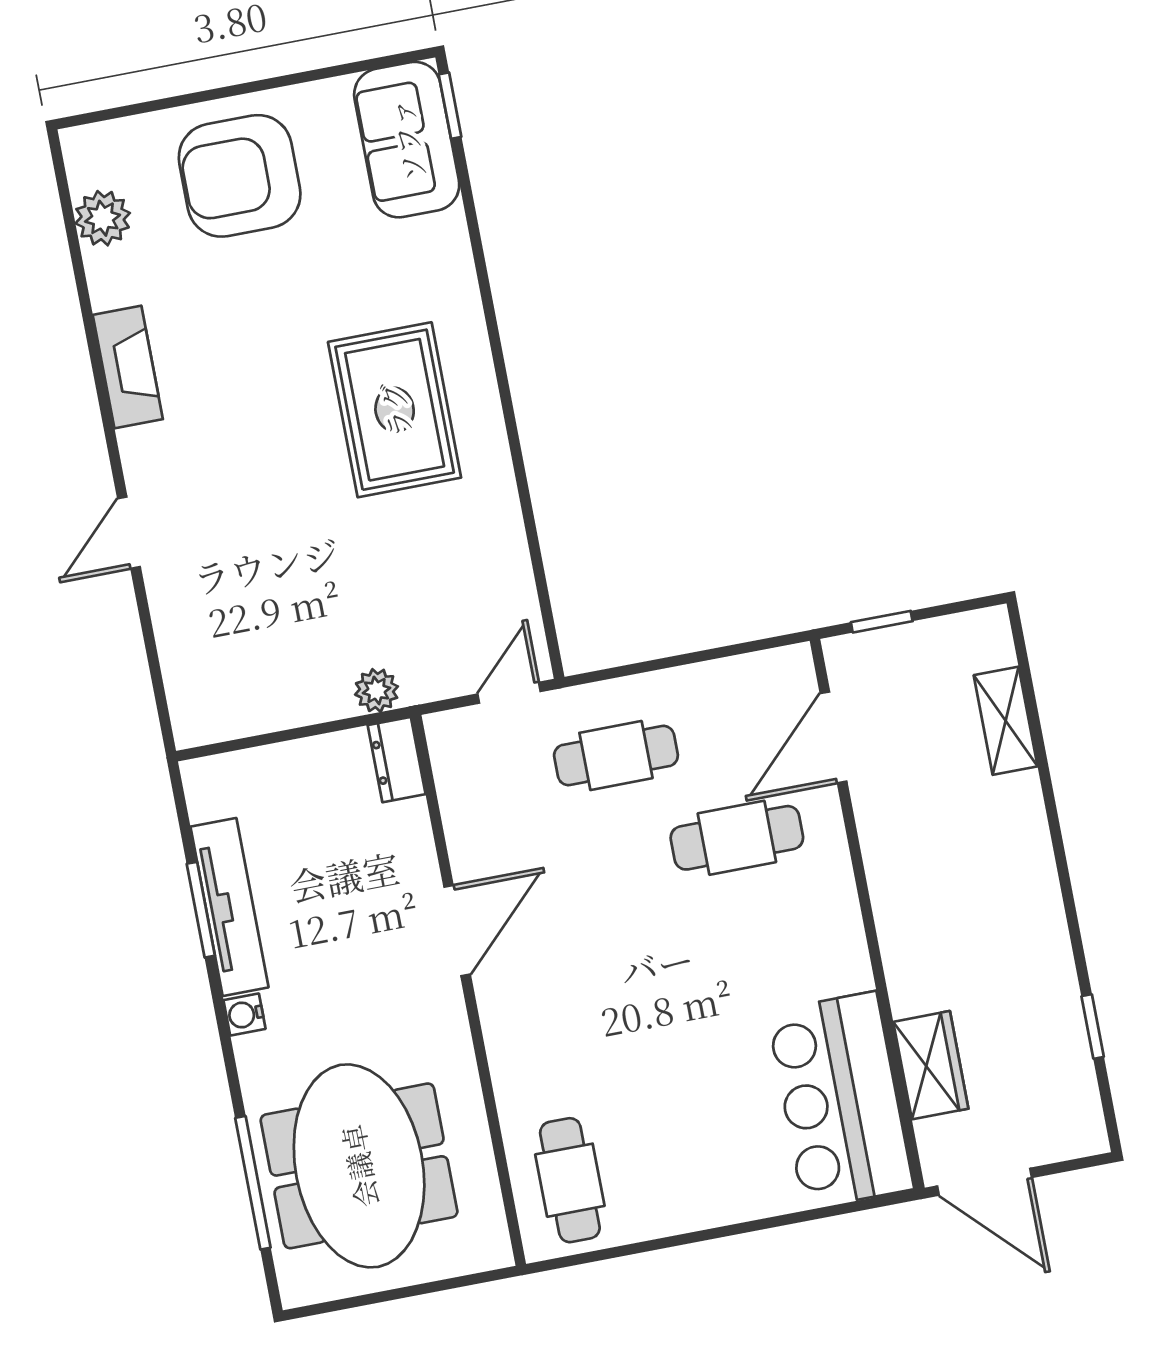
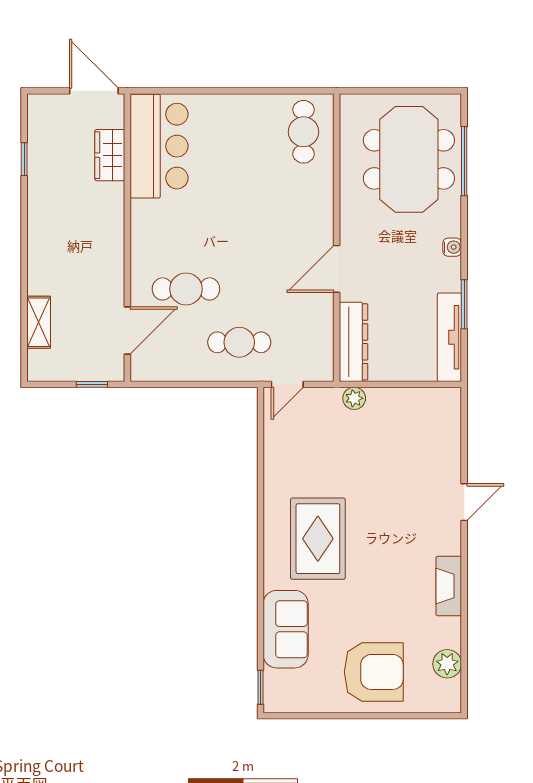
sofa: (407, 140) -> (286, 629), moved
dresser: (397, 760) -> (353, 342), width x1.96, depth x1.24
tv unit: (229, 907) -> (449, 337), moved

